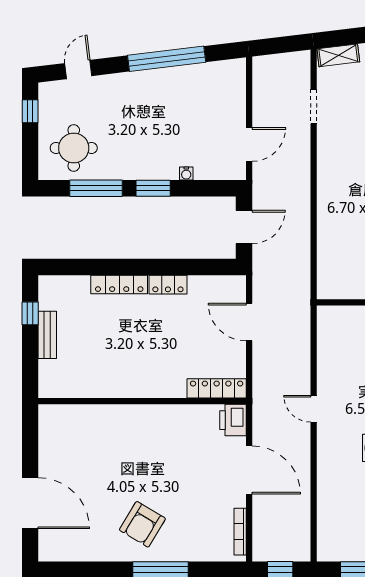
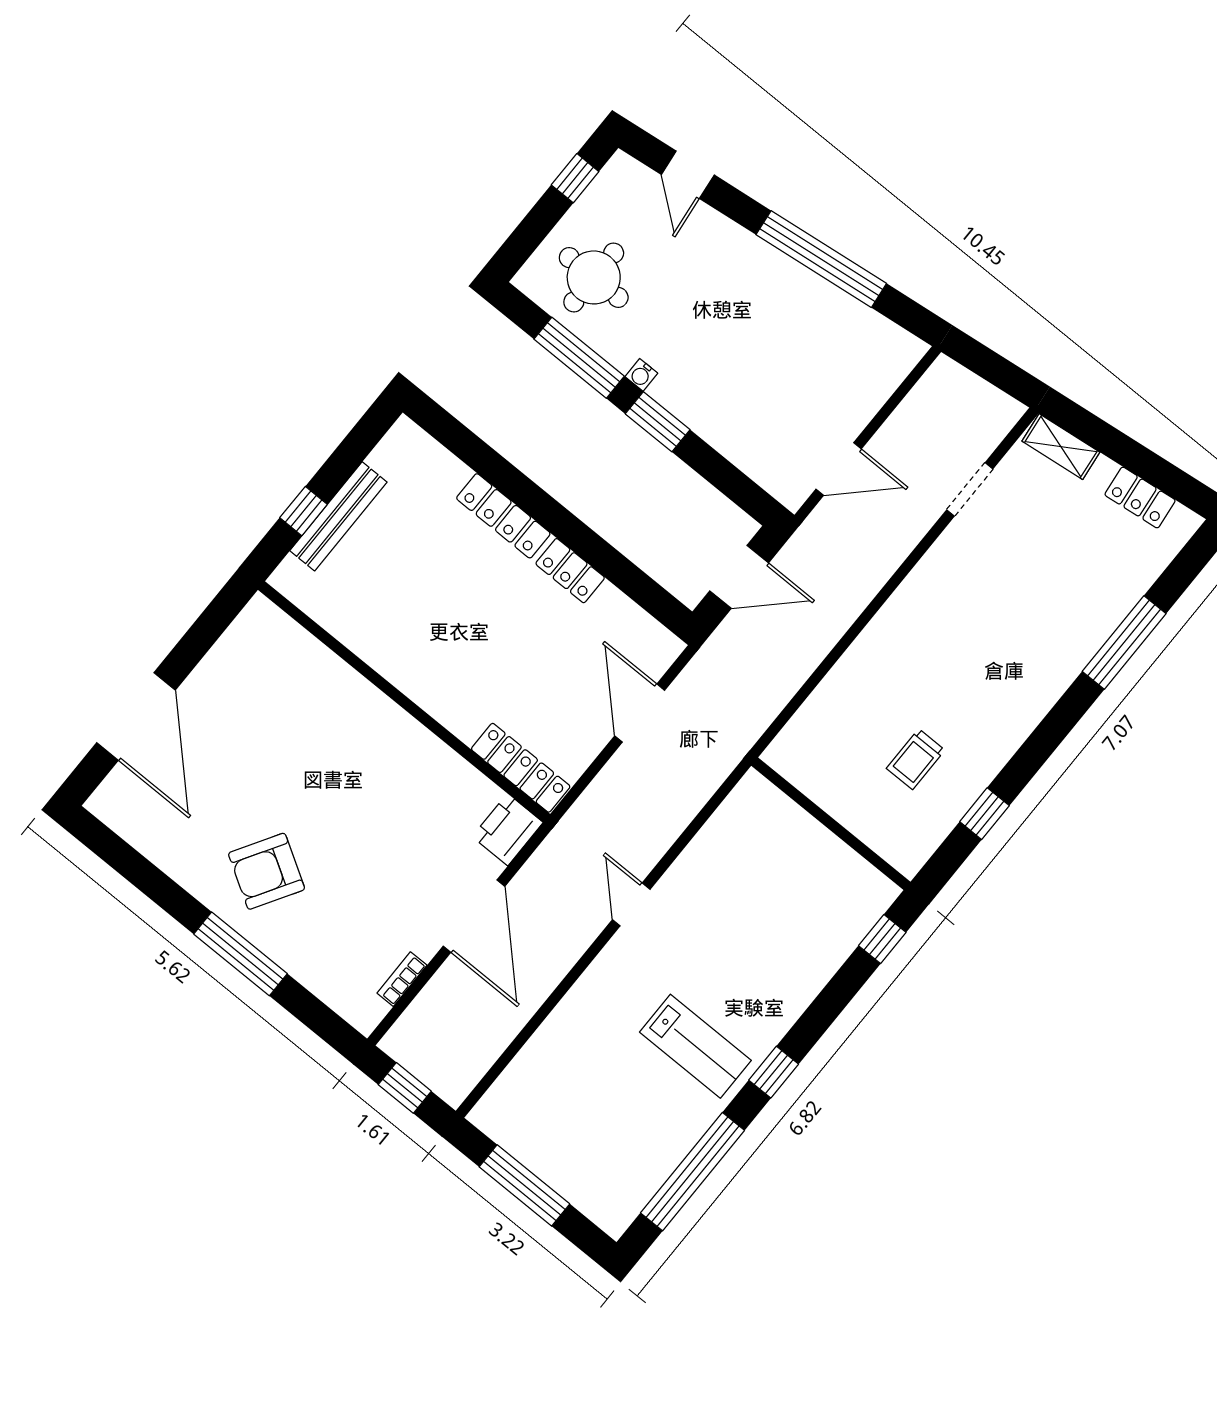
door: (78, 70) -> (688, 175), swing flipped
water cooler: (186, 174) -> (641, 375), moved
window: (30, 313) -> (304, 511), moved
bench: (47, 335) -> (338, 516), width x1.36
bookcase: (240, 532) -> (402, 979), width x0.64

